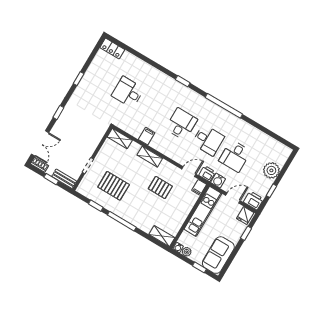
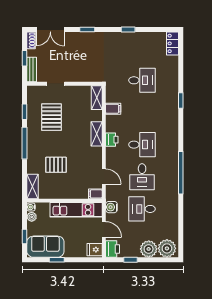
window: (183, 81) -> (181, 100), moved
desk: (128, 92) -> (142, 80), turned 90
filing cabinet: (147, 136) -> (113, 109), moved
plant: (280, 155) -> (167, 248), added
printer: (207, 174) -> (112, 140), moved
pallet: (160, 187) -> (56, 165), moved, turned 90
window: (246, 233) -> (57, 260), moved

